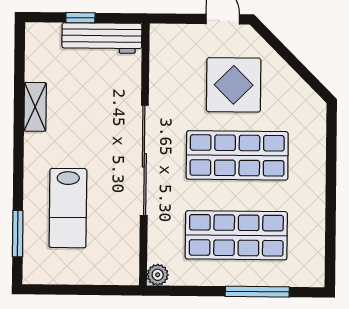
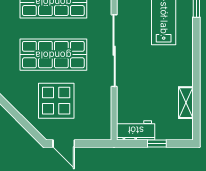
workbench: (102, 38) -> (136, 130), width x0.73
shelving: (35, 107) -> (186, 103), moved

